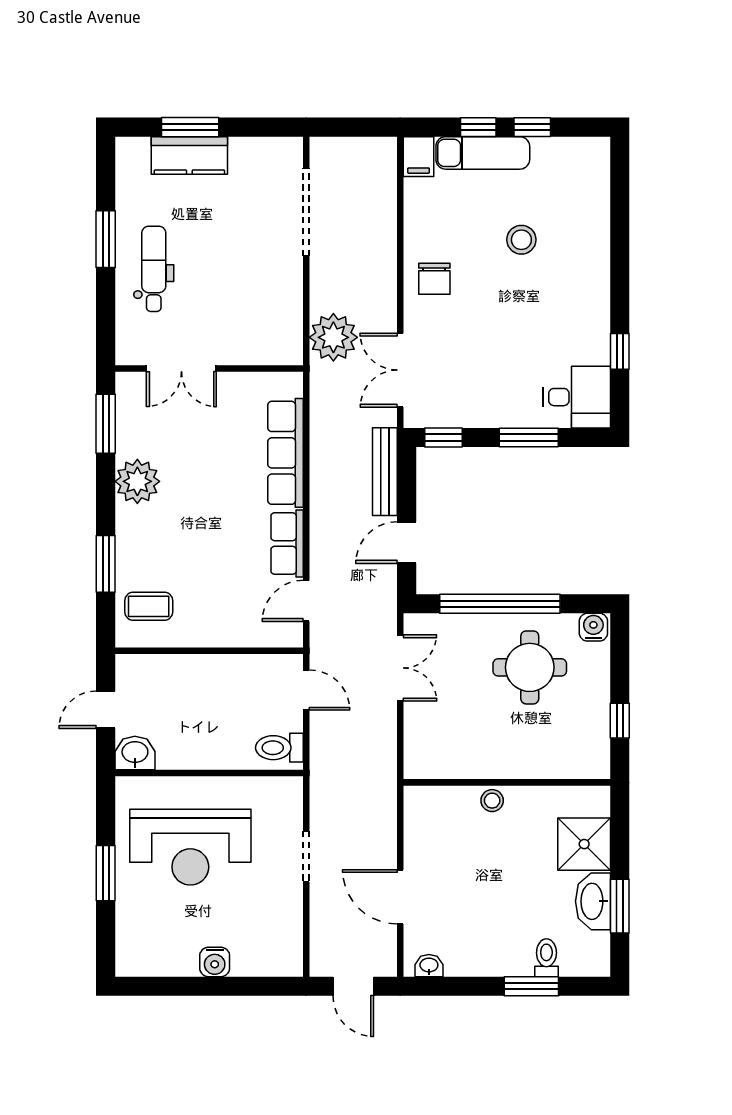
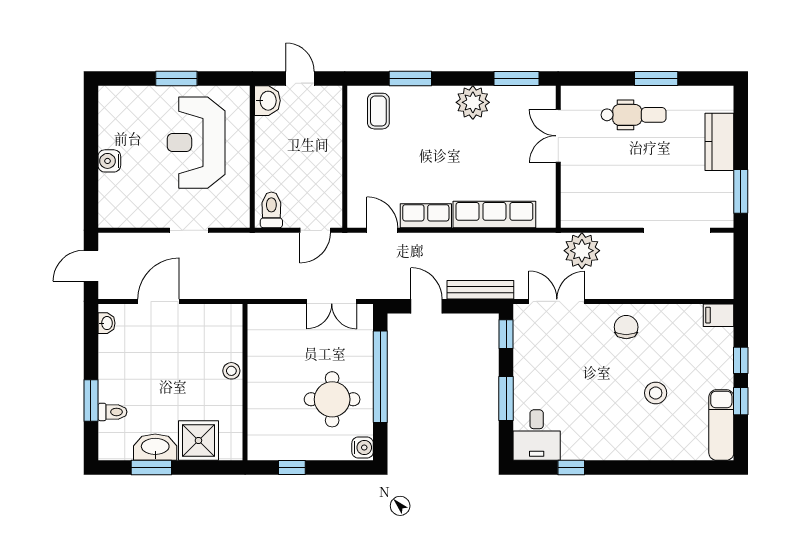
window: (190, 127) -> (741, 191), moved
exam couch: (483, 153) -> (721, 425), moved
chair: (434, 279) -> (626, 327), turned 90

